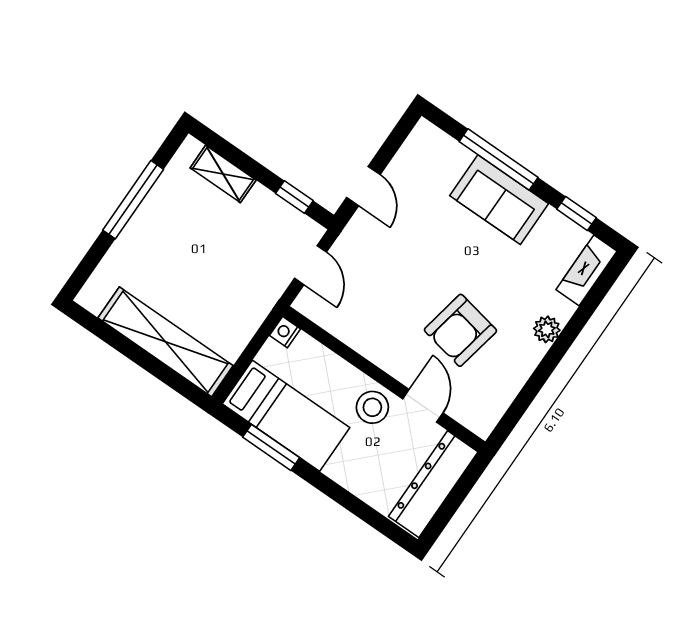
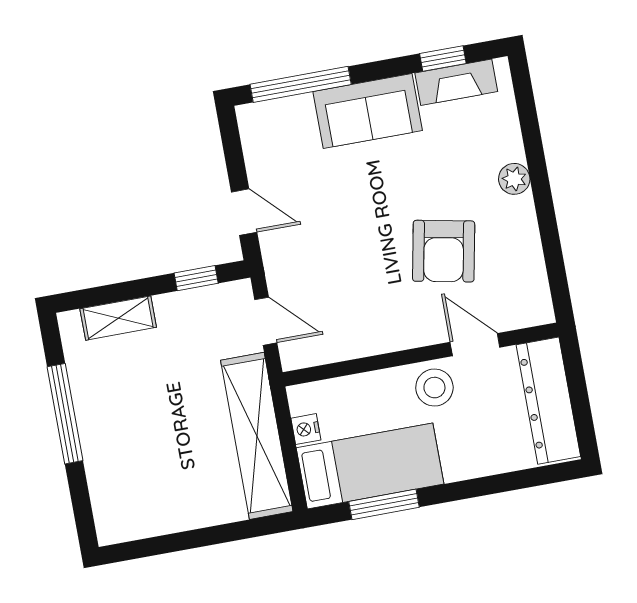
window: (499, 159) -> (301, 84), moved
fireplace: (586, 270) -> (456, 82), moved, turned -90
nightstand: (285, 332) -> (306, 429), moved
shelving: (166, 342) -> (257, 436), moved, turned 90

